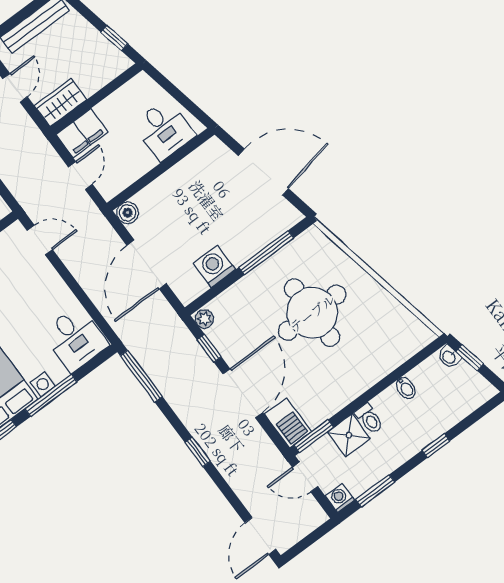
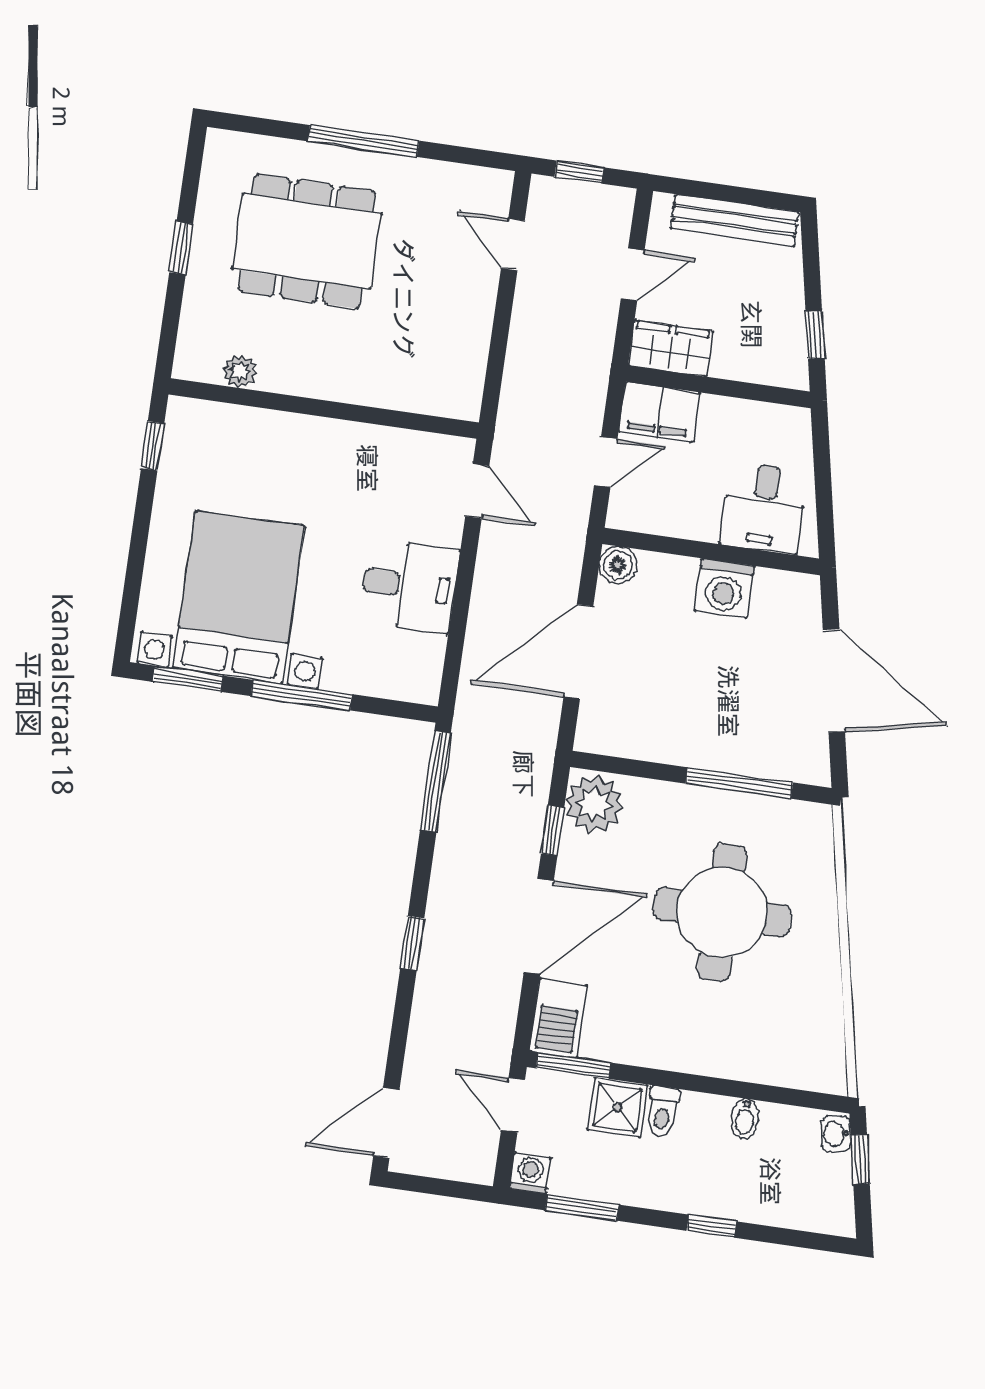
washing machine: (214, 266) -> (724, 588), moved, turned 180
plant: (204, 319) -> (594, 804), width x1.87, depth x1.87
desk: (75, 339) -> (409, 586), moved, turned -90

